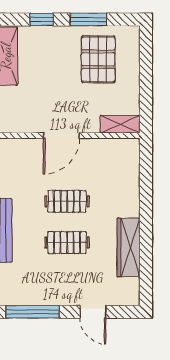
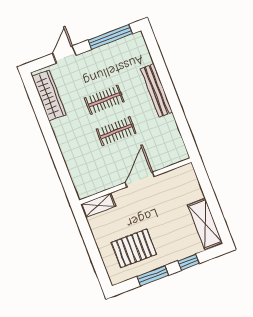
pallet: (98, 59) -> (134, 248), turned 90
wardrobe: (129, 247) -> (49, 96), moved
door: (93, 312) -> (64, 54), hinge flipped

